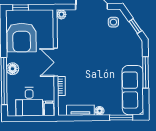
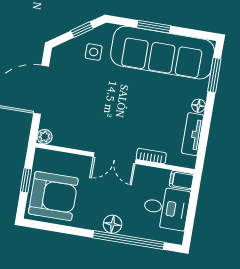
window: (21, 8) -> (26, 180), moved
side table: (113, 22) -> (94, 52), moved
armchair: (22, 38) -> (53, 196), moved
window: (146, 72) -> (154, 27), width x0.69
sofa: (133, 90) -> (163, 53), width x1.36, depth x1.27

